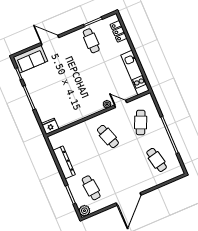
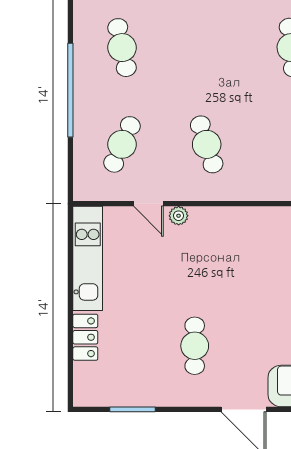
locker: (119, 31) -> (85, 337), moved
cafe table: (91, 41) -> (195, 346), moved

